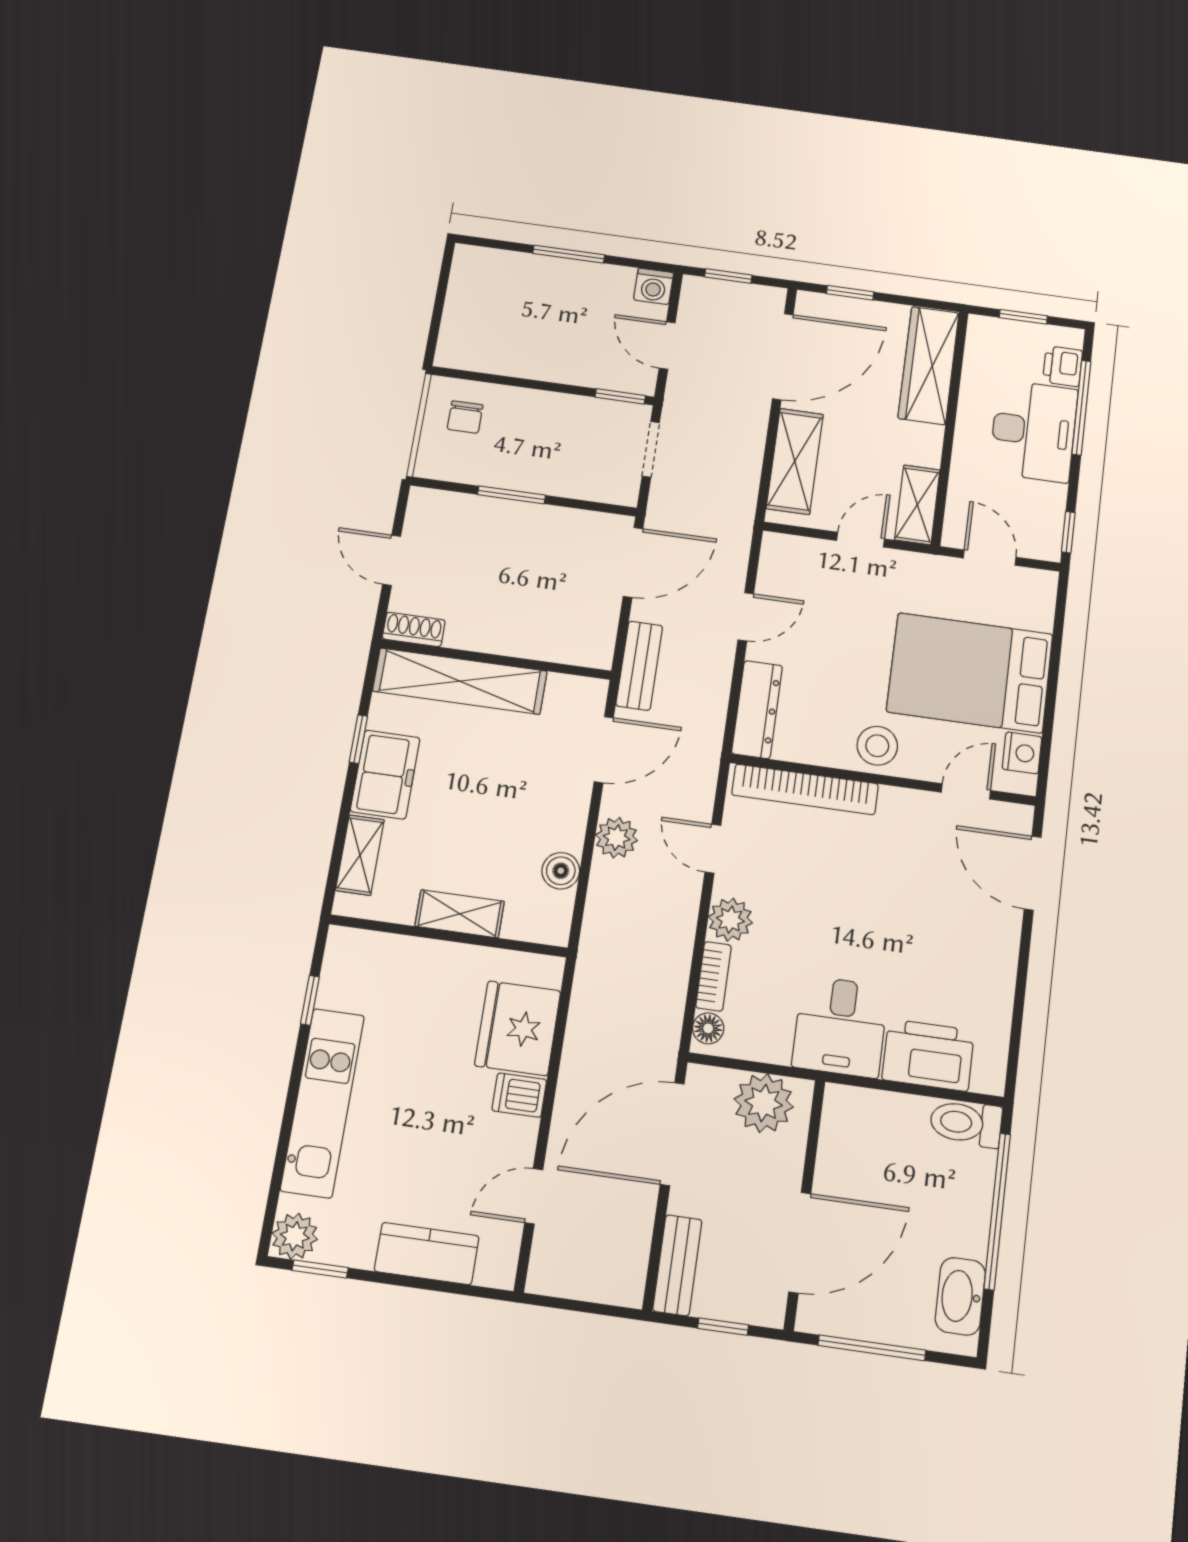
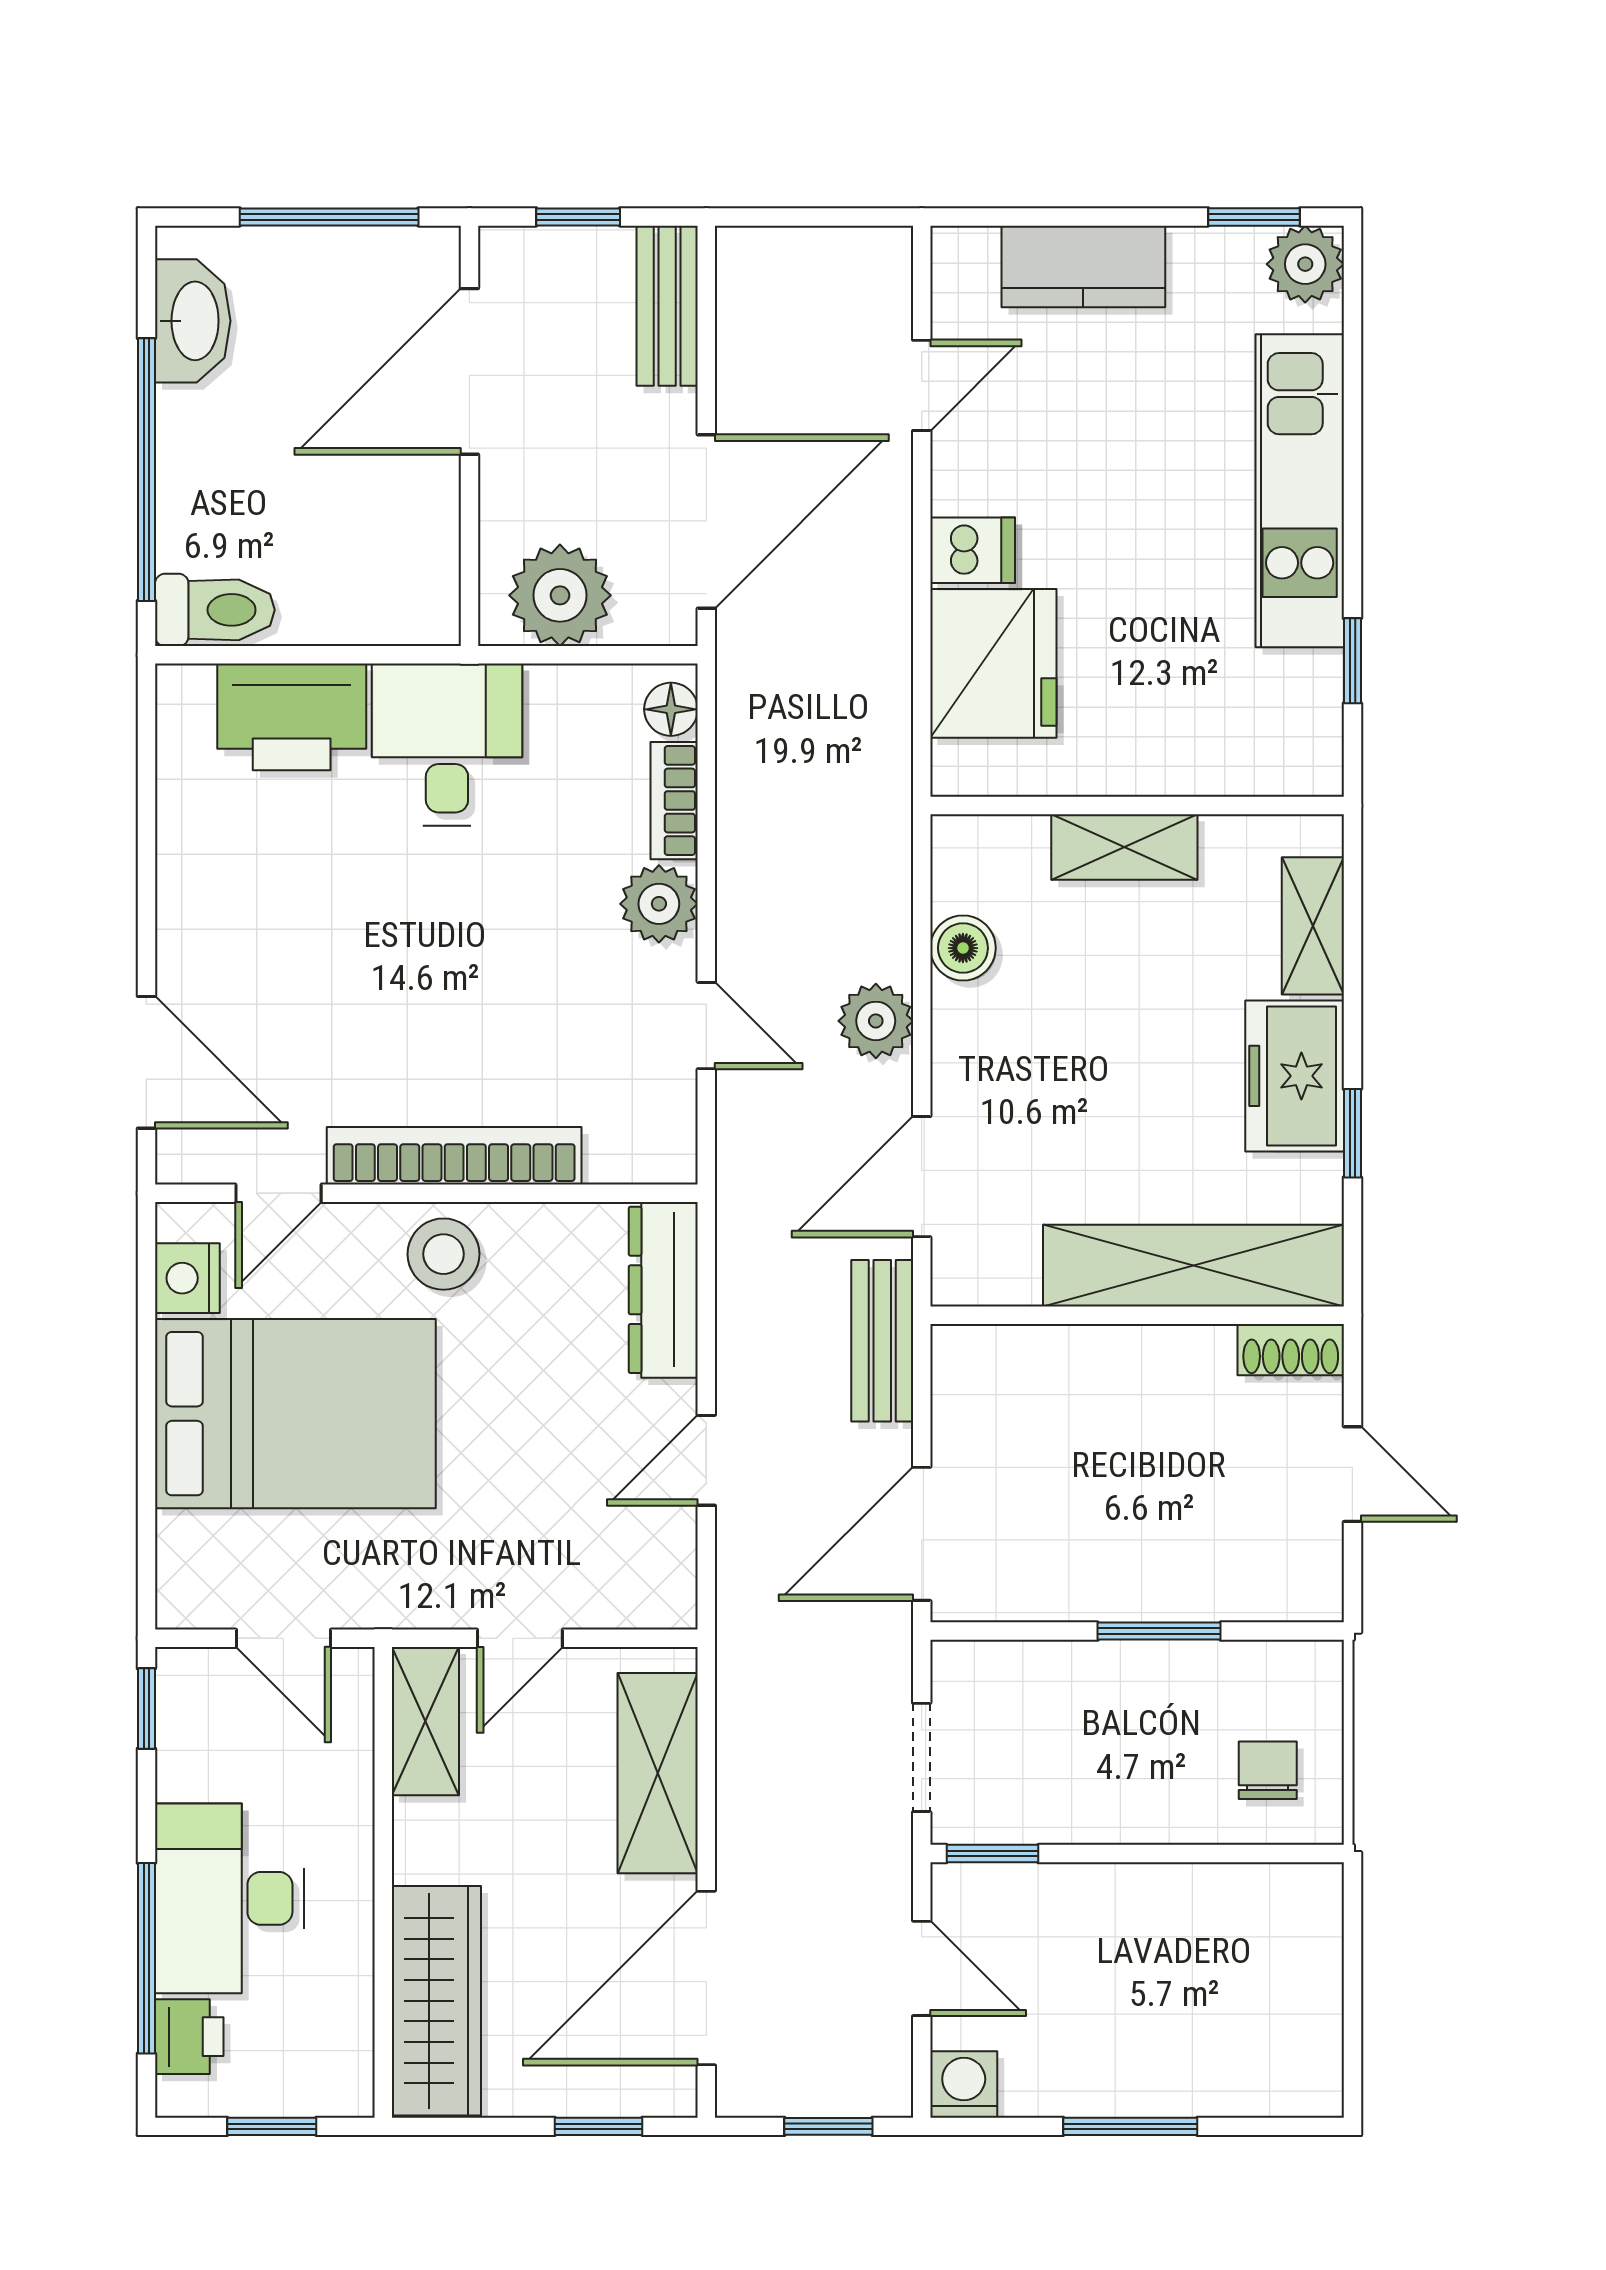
bookcase: (805, 789) -> (454, 1156), moved

